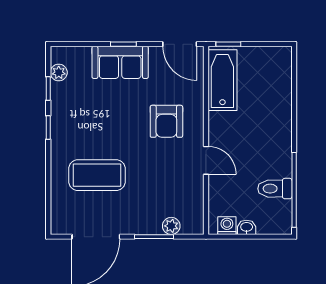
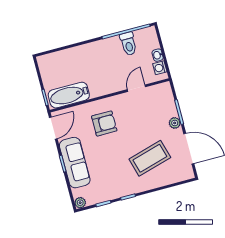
sofa: (120, 62) -> (75, 163), width x1.36
plant: (59, 73) -> (80, 203), moved
door: (206, 160) -> (136, 88), moved
coffee table: (97, 175) -> (150, 158), turned 74
plant: (171, 226) -> (175, 123), moved

